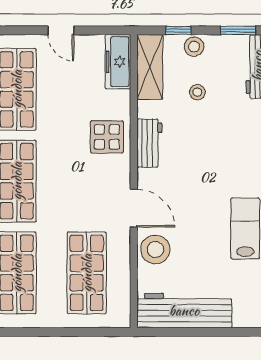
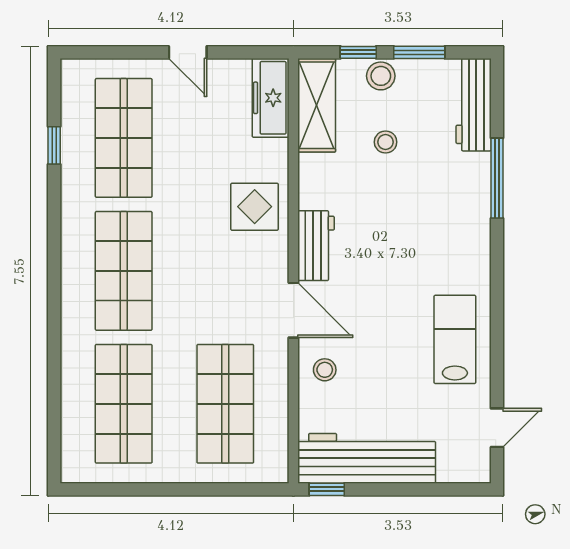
window: (238, 30) -> (419, 52), moved
workbench: (149, 143) -> (316, 246), moved
stool: (155, 249) -> (325, 370), width x0.53, depth x0.53
window: (157, 332) -> (327, 489), added

